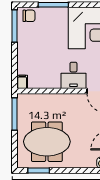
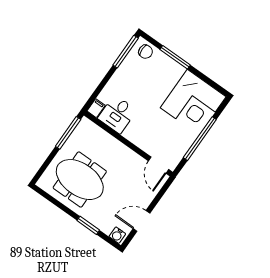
desk: (73, 75) -> (117, 114), moved
window: (39, 170) -> (88, 225), moved

